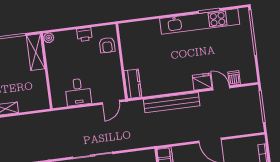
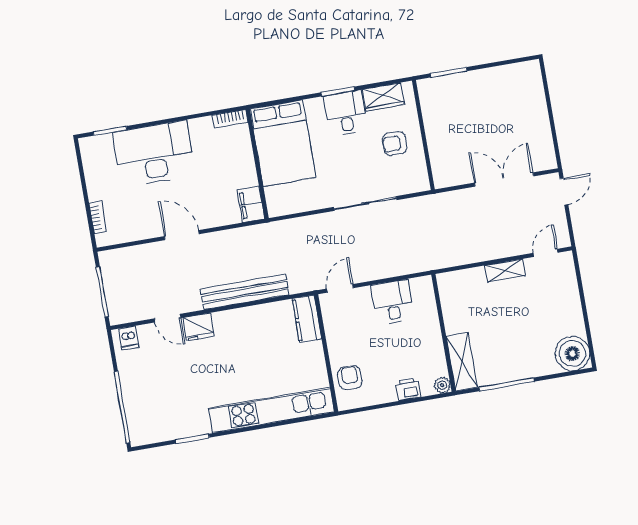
kitchen unit: (200, 21) -> (271, 410), moved
printer: (84, 34) -> (408, 389), moved
dishwasher: (234, 78) -> (129, 338), moved

